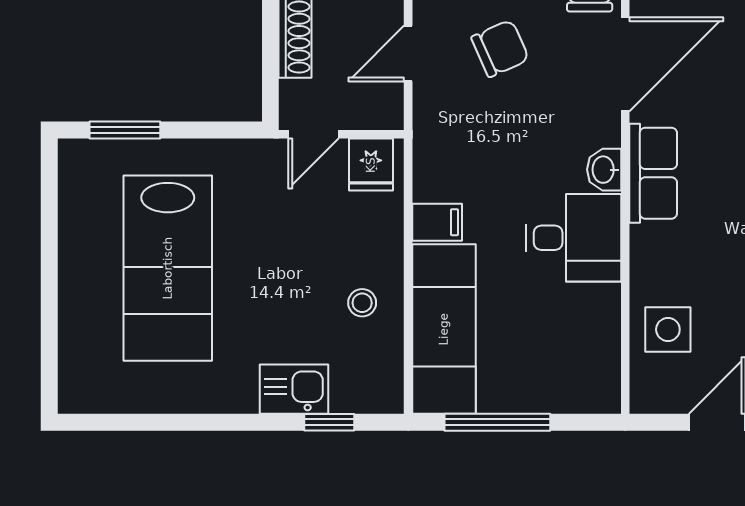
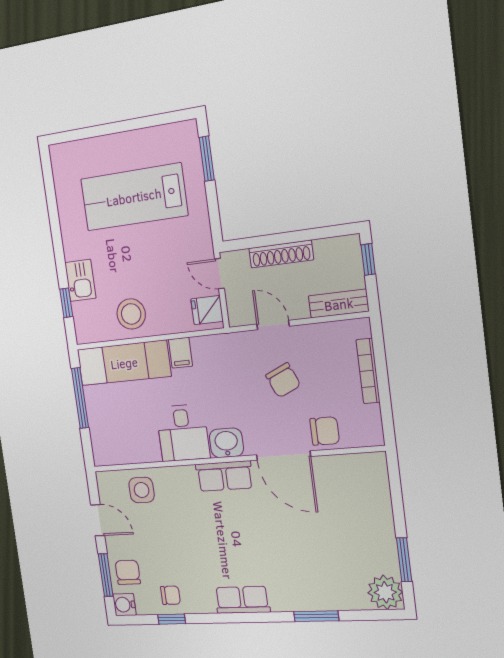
washbasin: (604, 170) -> (226, 443), width x1.38, depth x1.45
stool: (362, 303) -> (131, 314), width x1.89, depth x1.89

